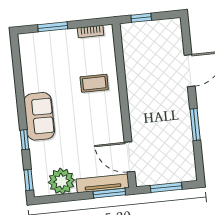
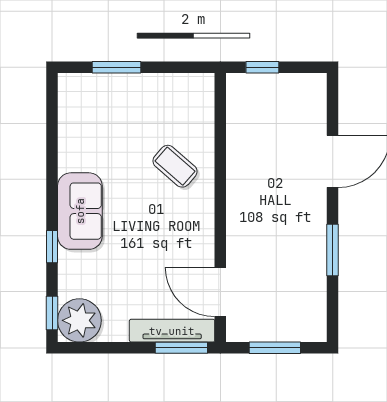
bookcase: (91, 31) -> (178, 81), removed
coffee table: (94, 83) -> (175, 166), turned 41
plant: (61, 181) -> (79, 320), moved

